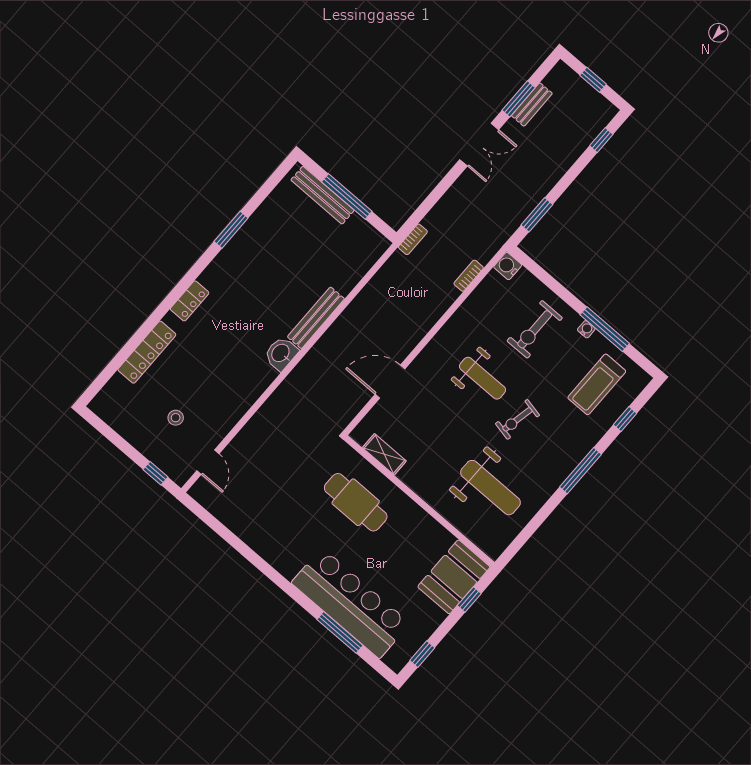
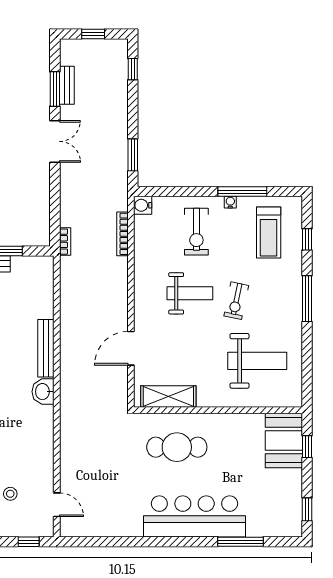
bookcase: (469, 276) -> (122, 234), width x1.56
shelving: (384, 454) -> (168, 397), width x1.50, depth x1.33
bar counter: (351, 603) -> (195, 516), moved

